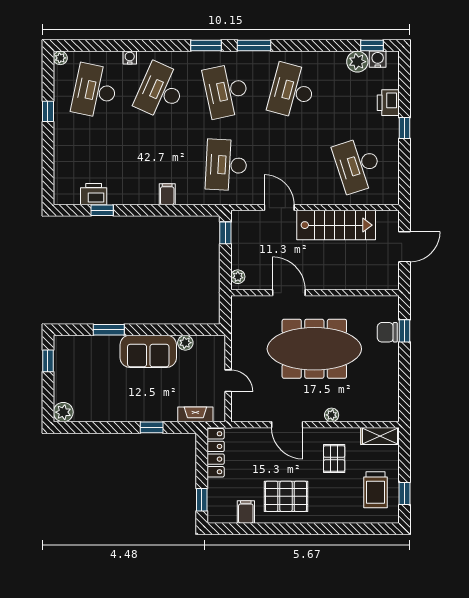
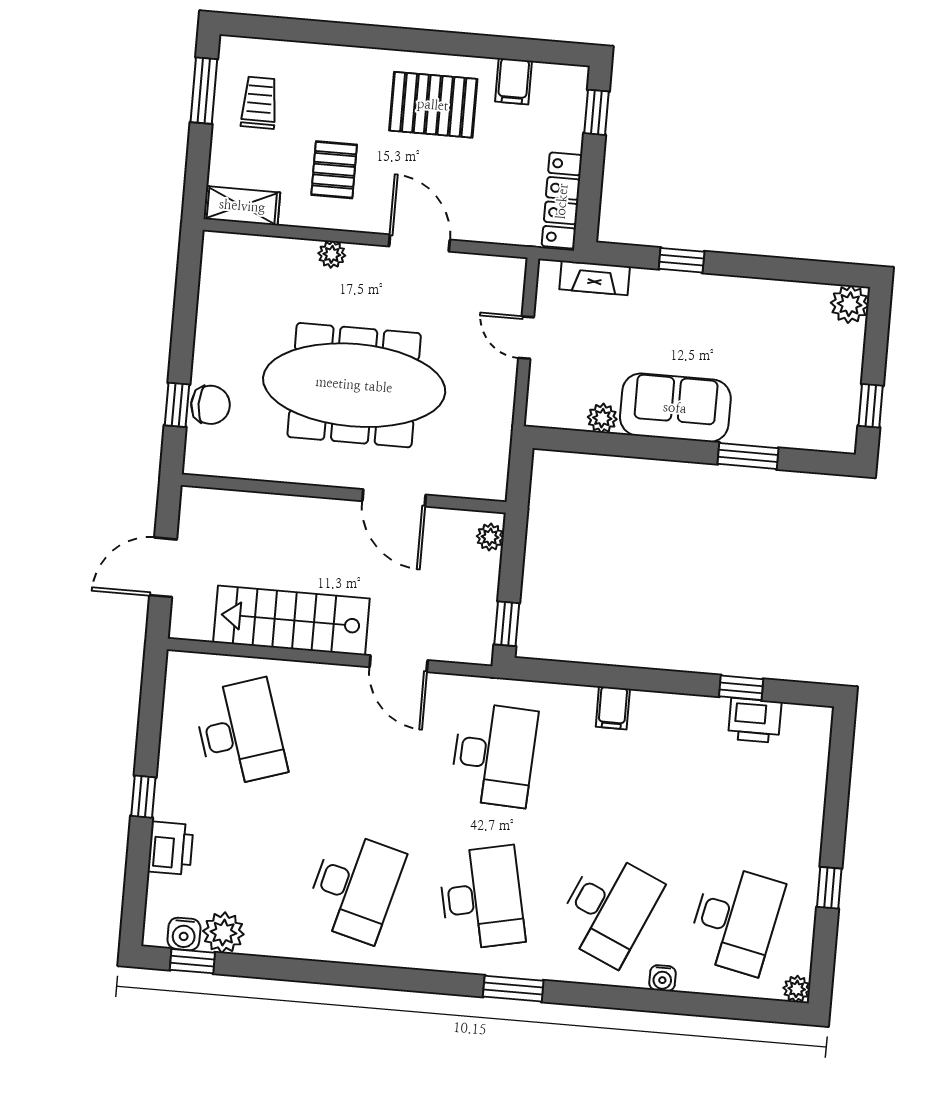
window: (254, 46) -> (420, 981), removed
trolley: (376, 490) -> (259, 103), width x0.73, depth x0.72
window: (405, 494) -> (204, 91), width x1.50

